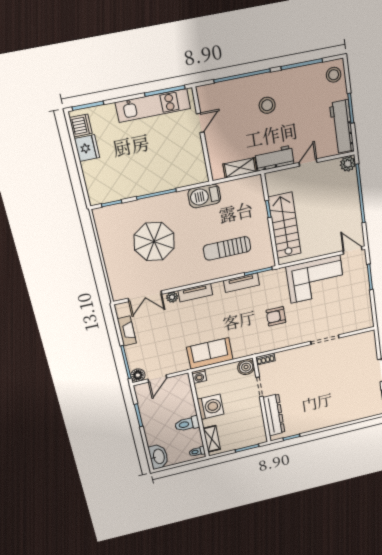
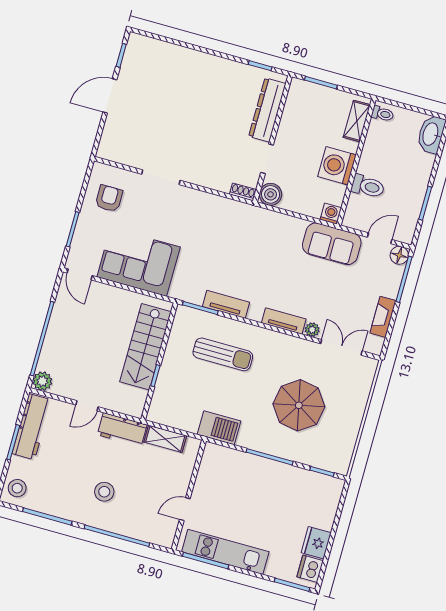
armchair: (276, 316) -> (109, 198), moved, turned -90
sofa: (210, 353) -> (332, 244), moved
toilet: (187, 424) -> (368, 186), moved

